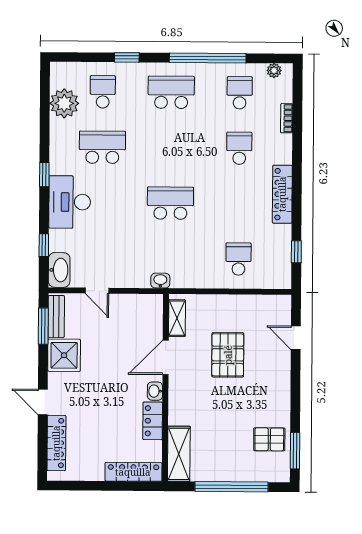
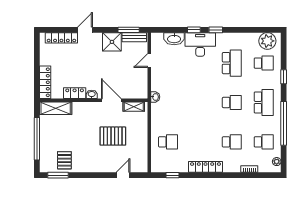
plant: (64, 103) -> (267, 41), moved
school desk: (170, 203) -> (232, 102), moved, width x0.54
window: (44, 245) -> (194, 30), moved
washbasin: (59, 270) -> (174, 39), moved

